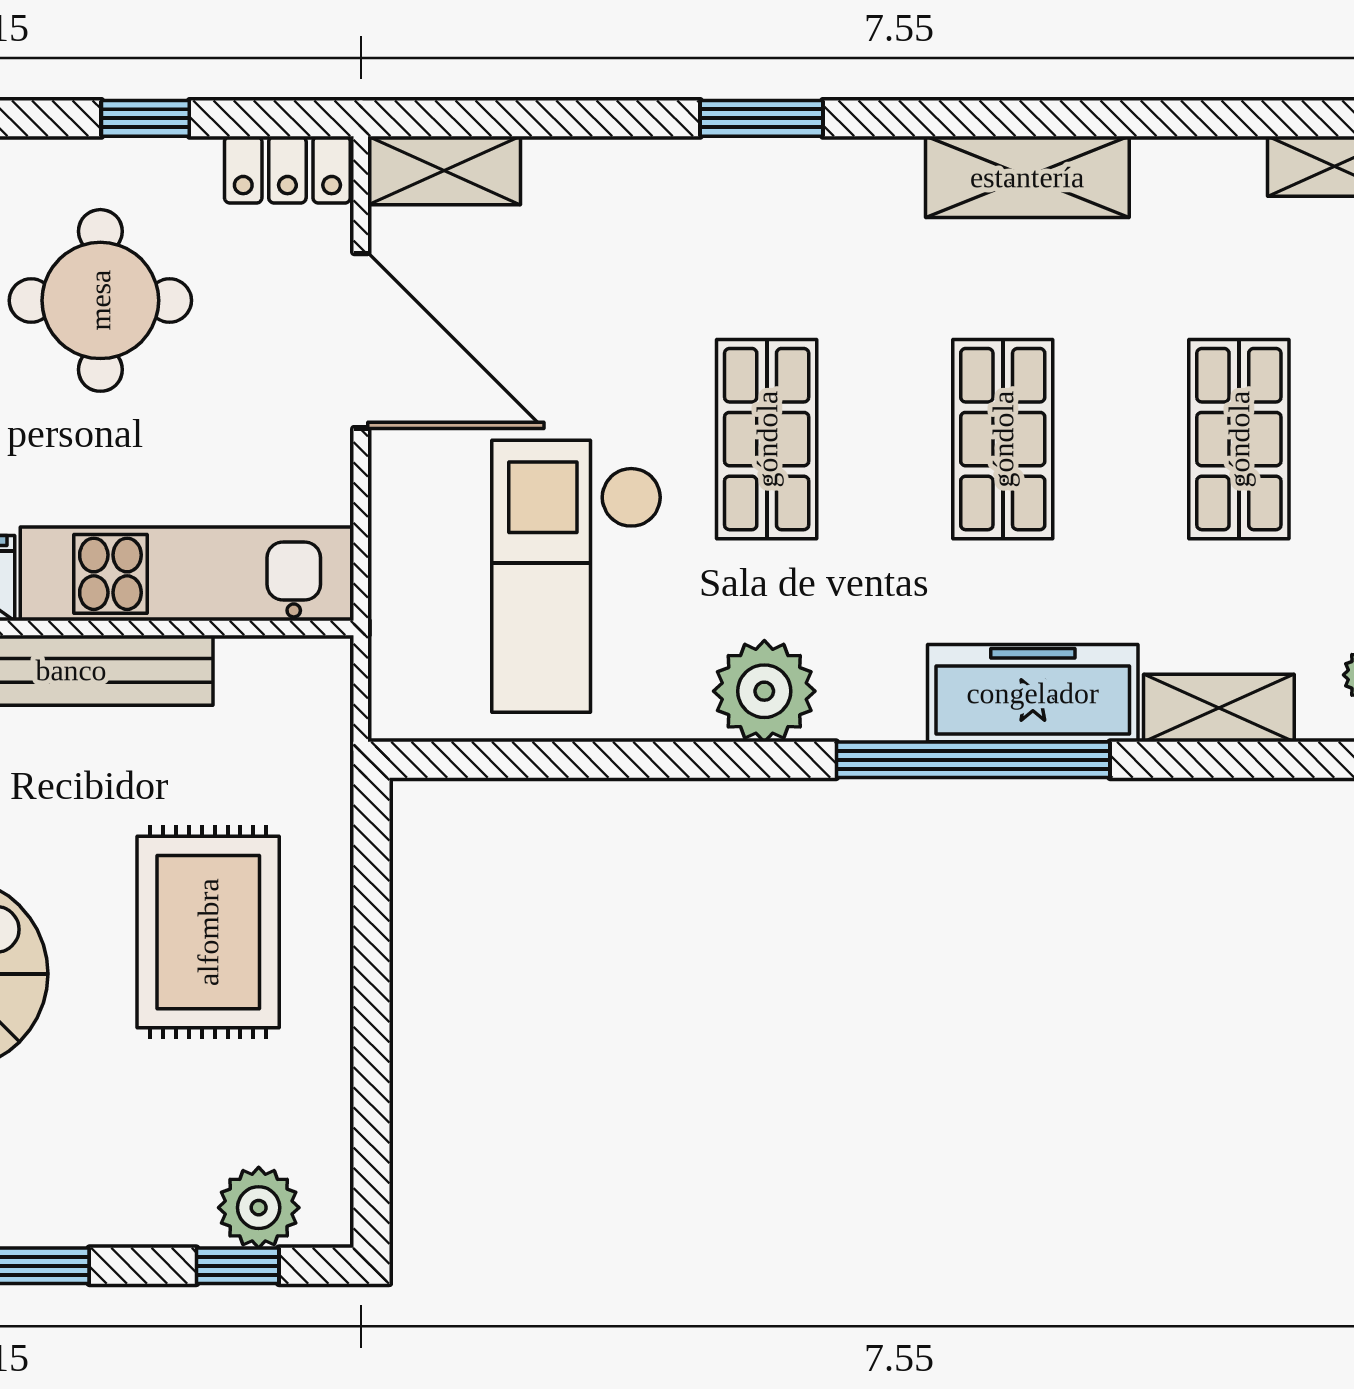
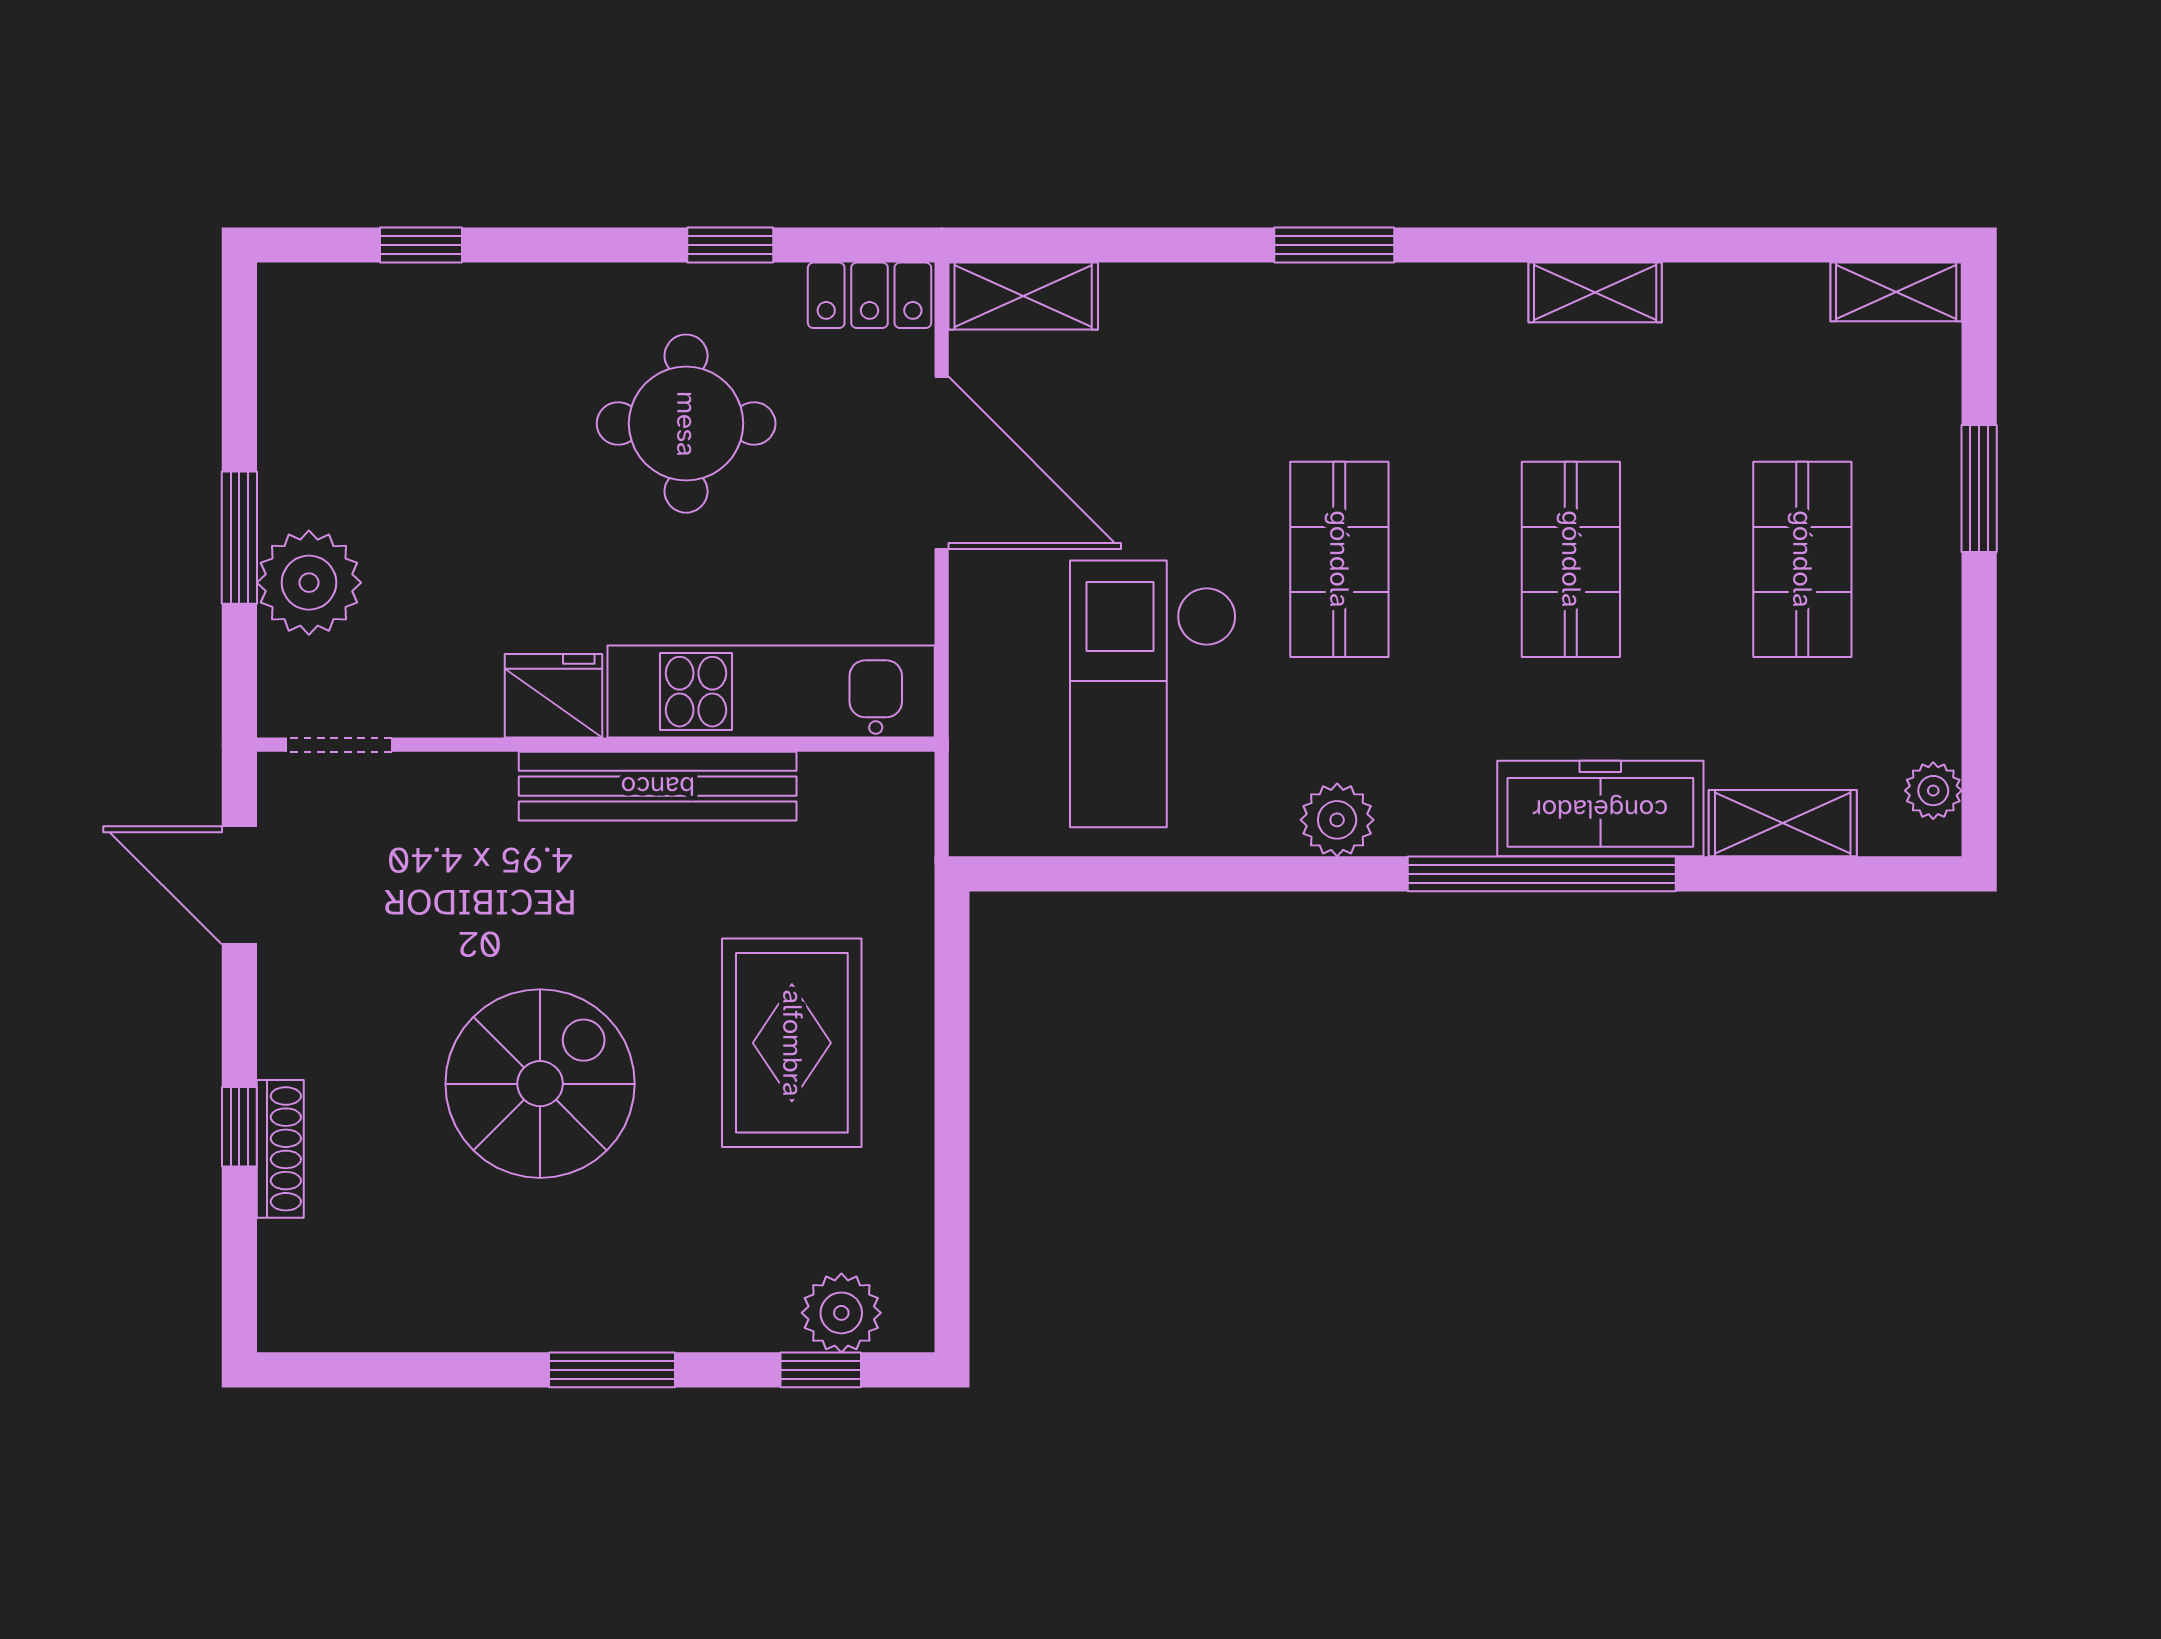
shelving: (1027, 177) -> (1595, 292), width x0.67, depth x0.75
plant: (764, 691) -> (1337, 820), width x0.73, depth x0.73

